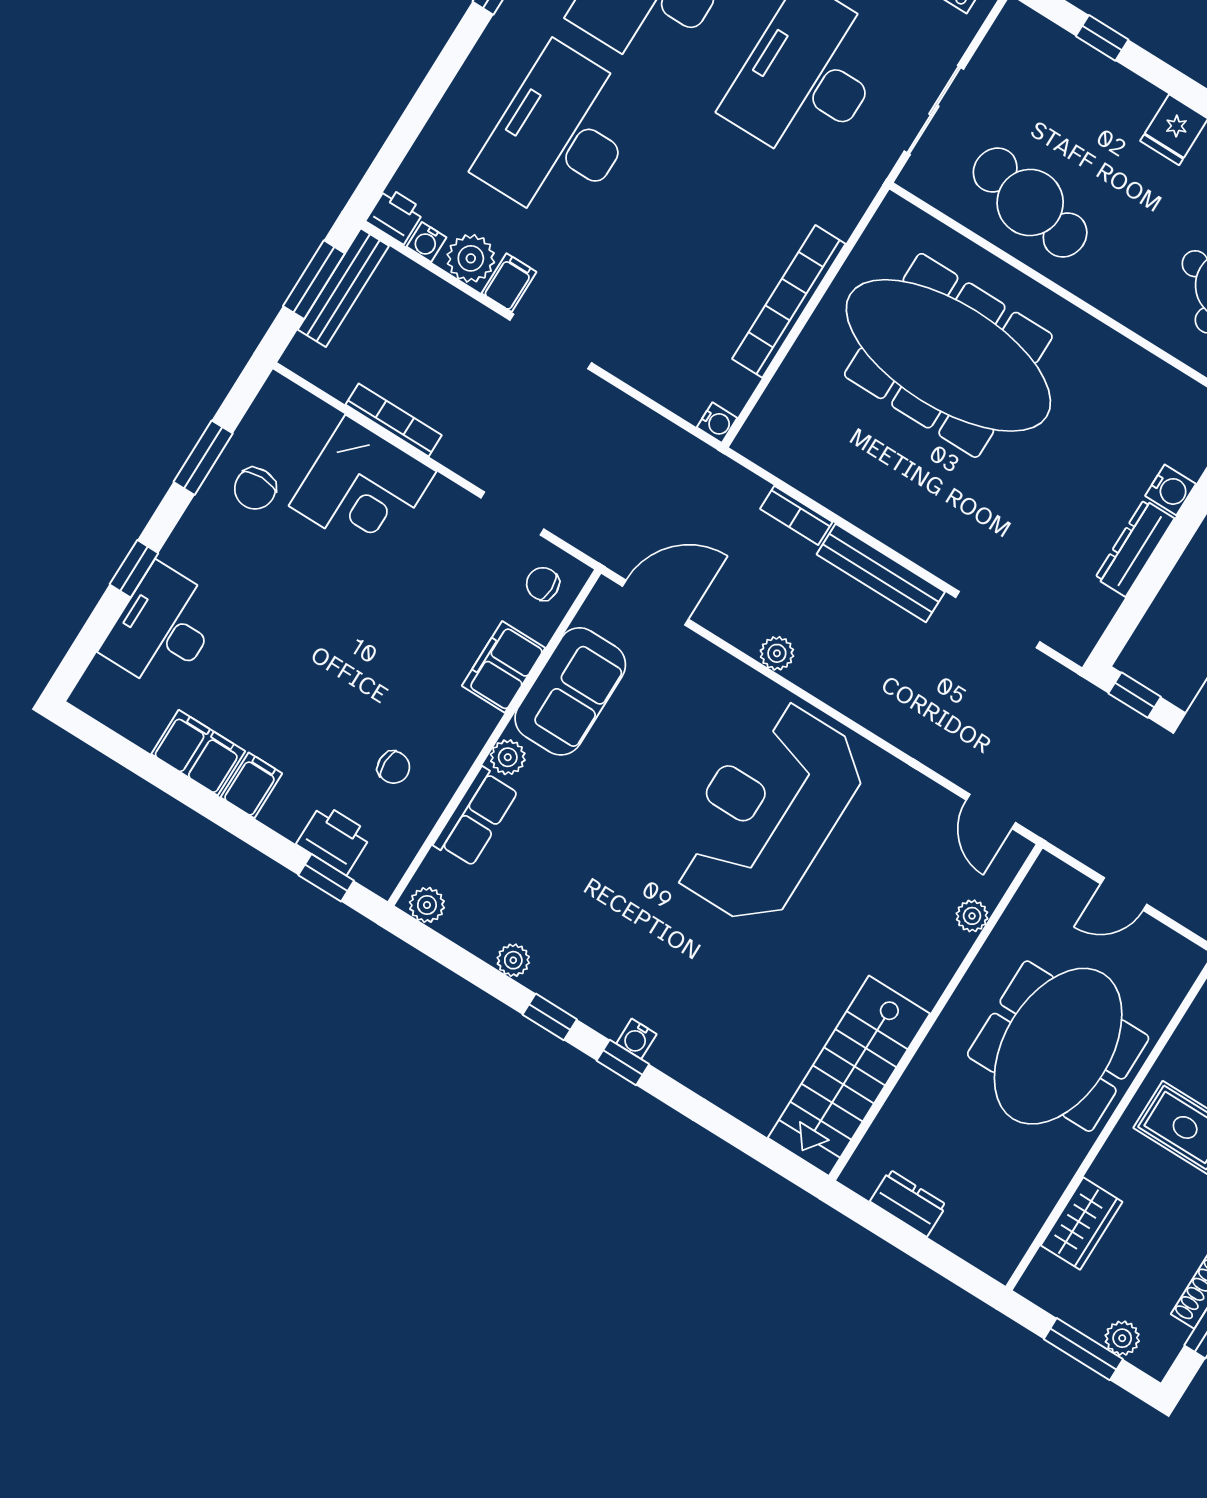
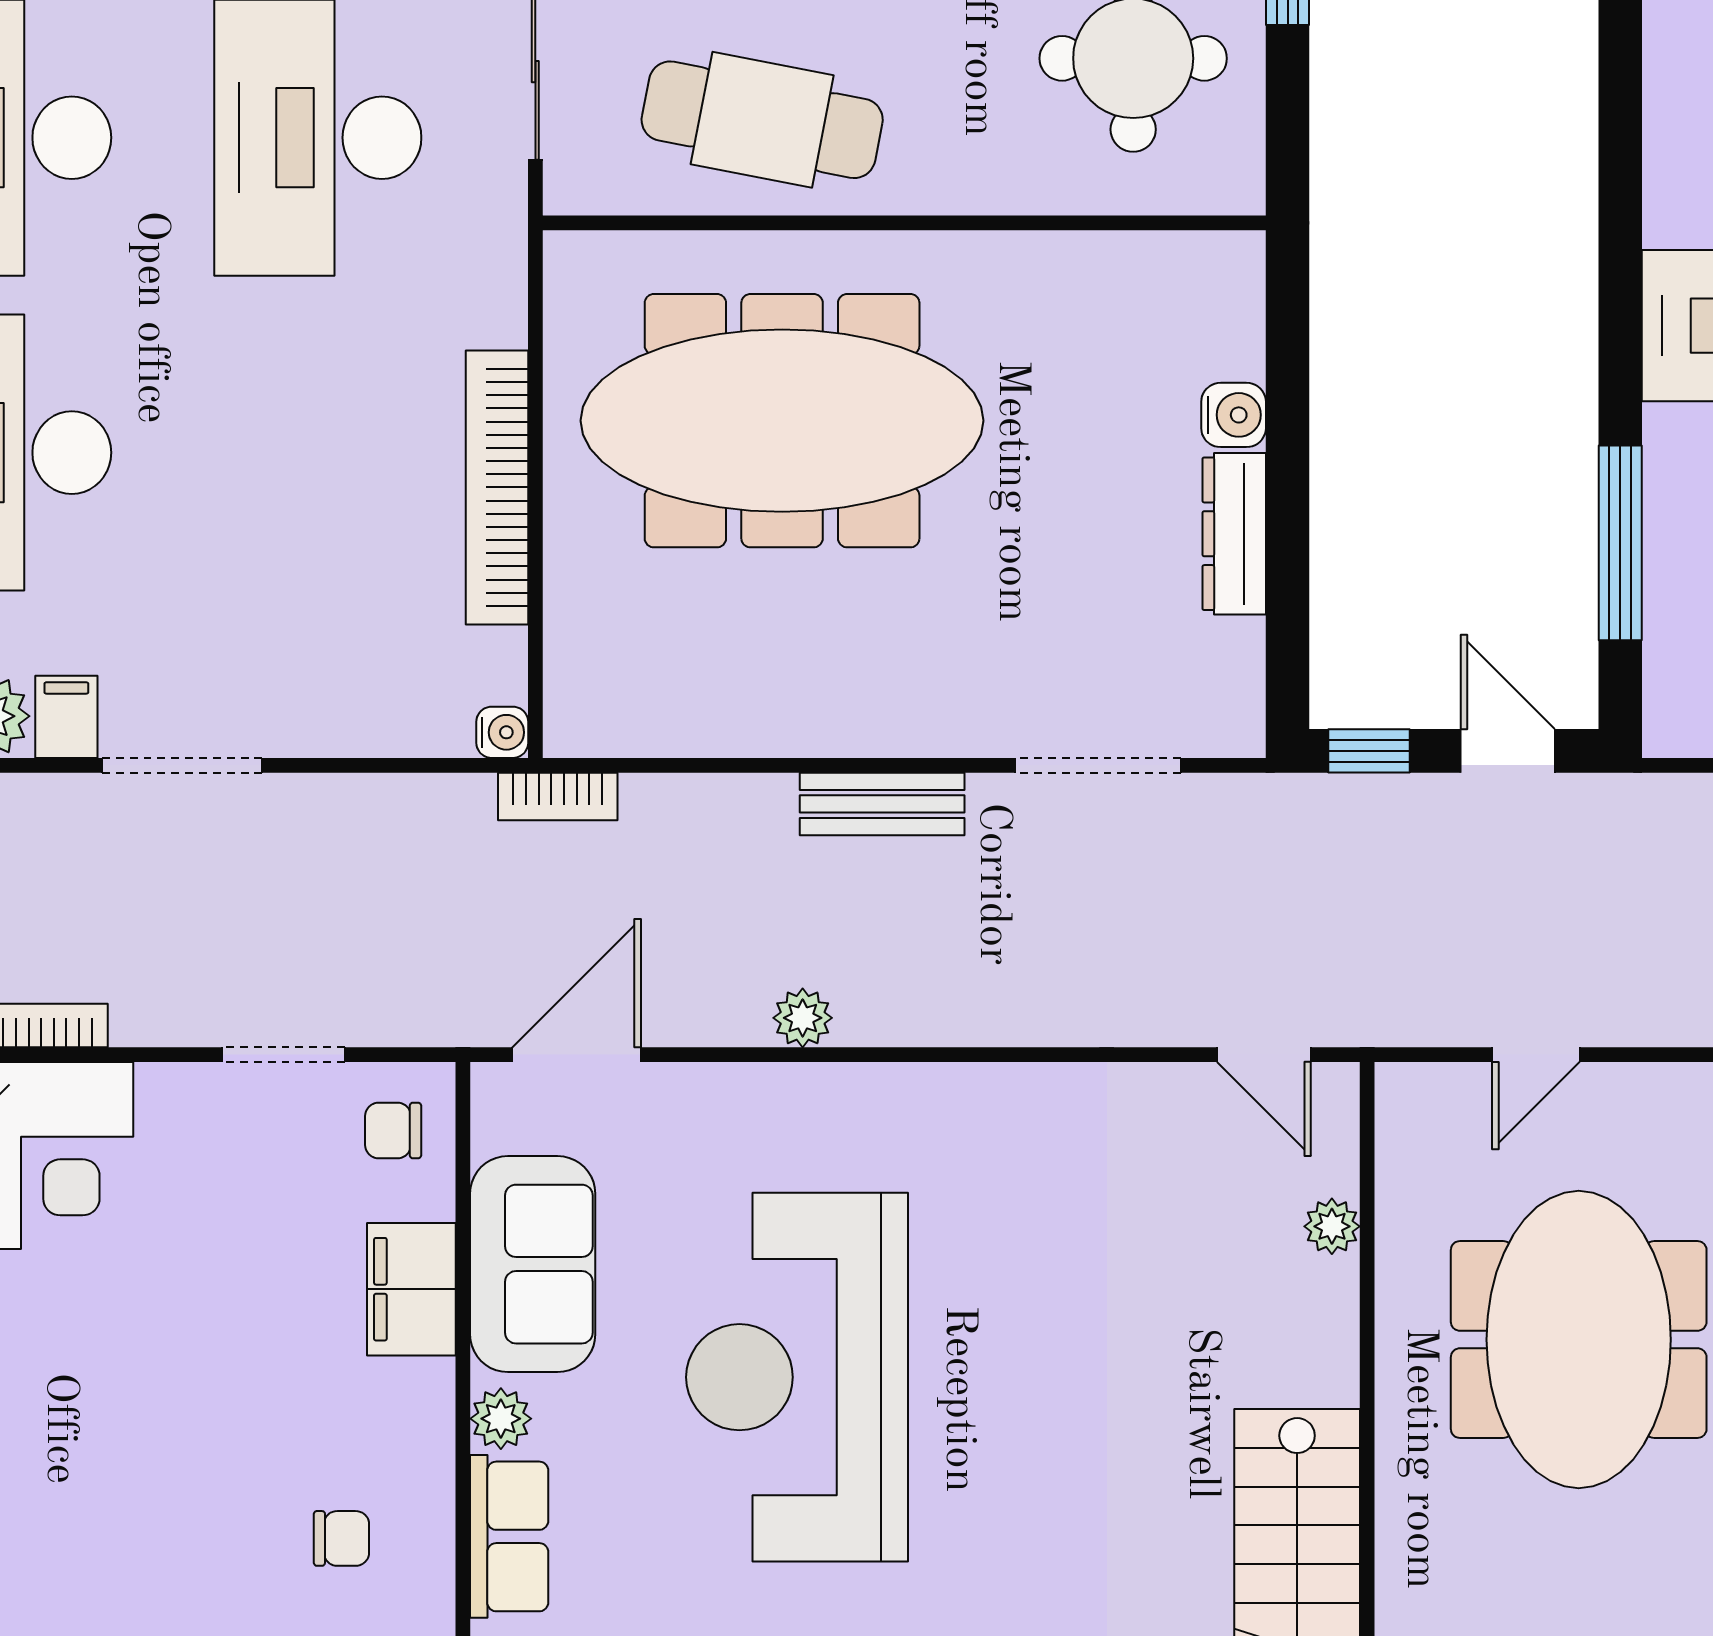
bookcase: (796, 515) -> (558, 796), moved
bench: (881, 573) -> (882, 804), width x0.73
reception desk: (767, 813) -> (797, 1377), moved

